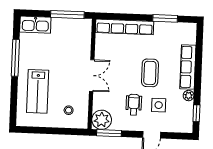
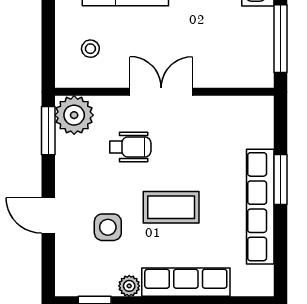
window: (165, 18) -> (281, 179), moved
row of seats: (125, 27) -> (260, 207), moved
double door: (92, 76) -> (161, 92), swing flipped
wheelchair: (134, 105) -> (130, 147), moved

